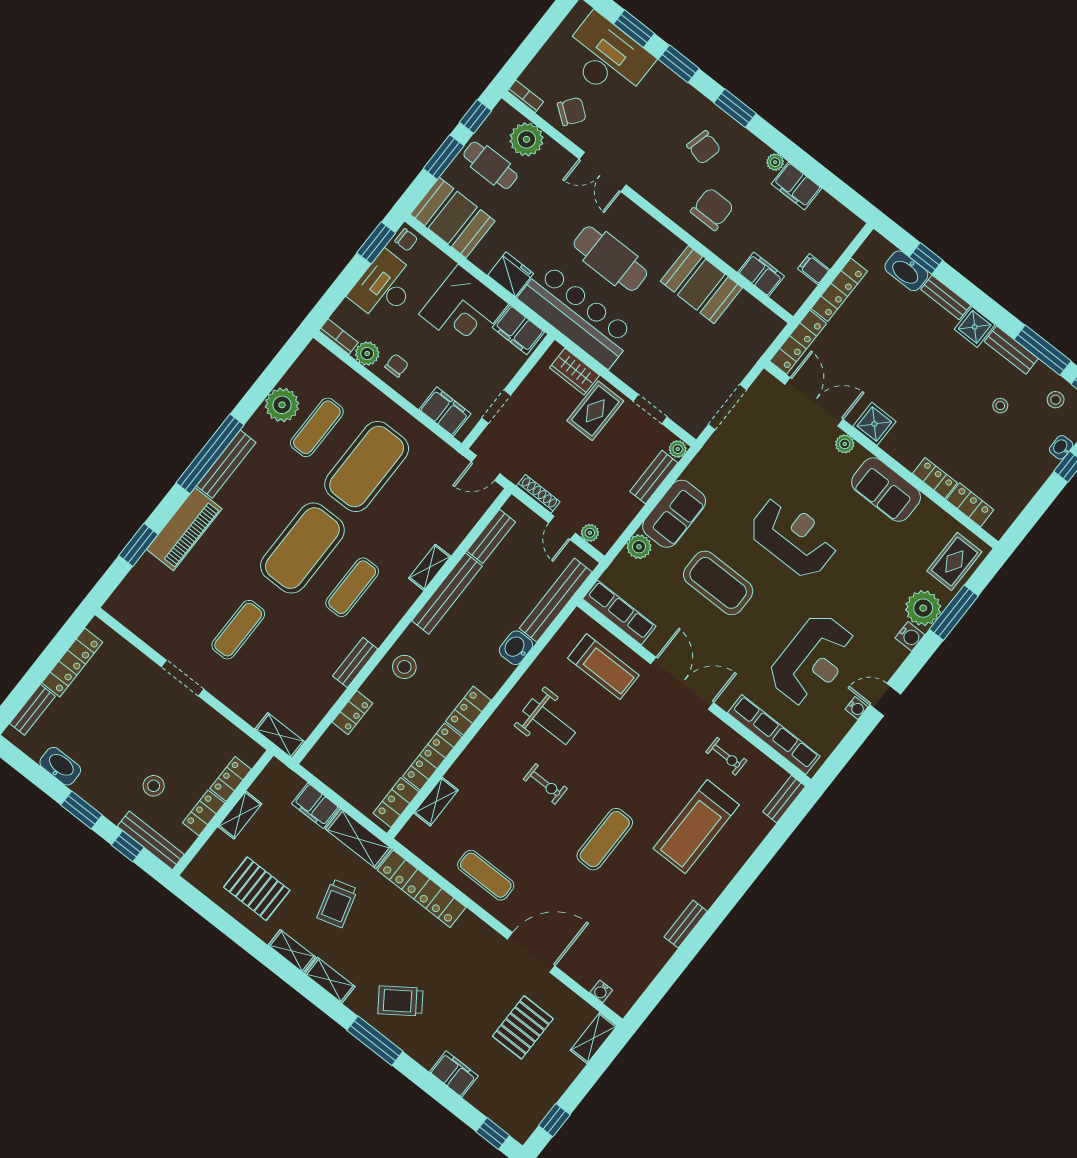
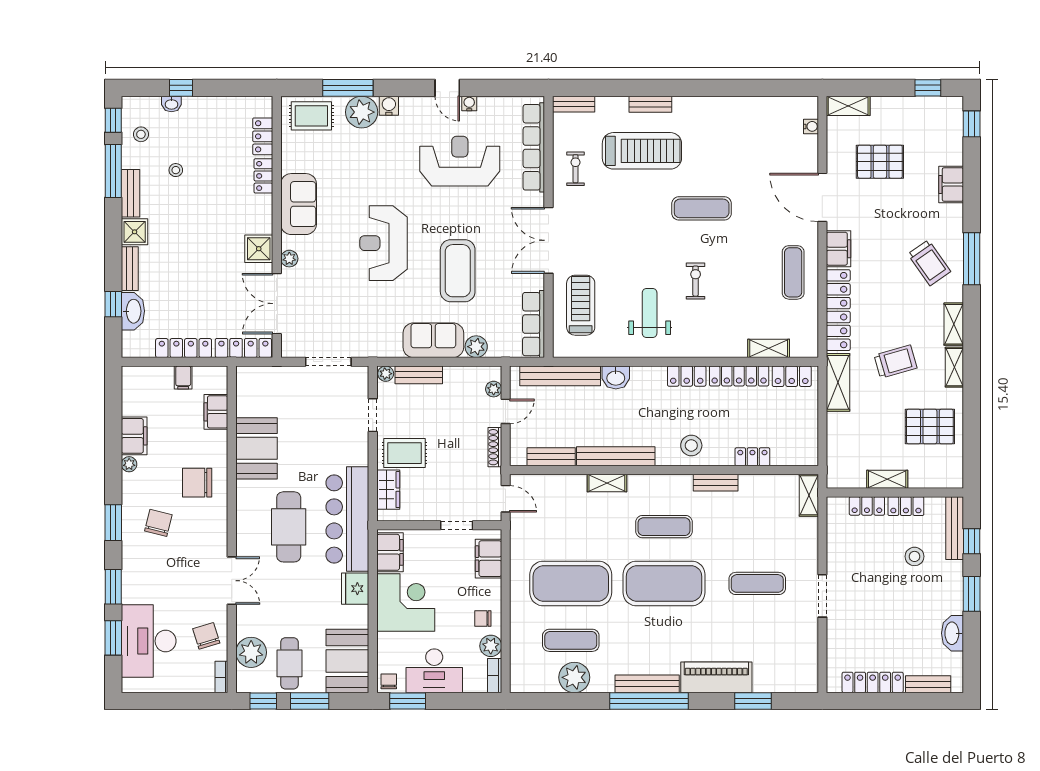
chair: (572, 111) -> (206, 636), turned 36
filing cabinet: (316, 806) -> (839, 249), moved
pallet: (257, 889) -> (930, 426), turned 90
bench: (686, 924) -> (650, 104), moved

